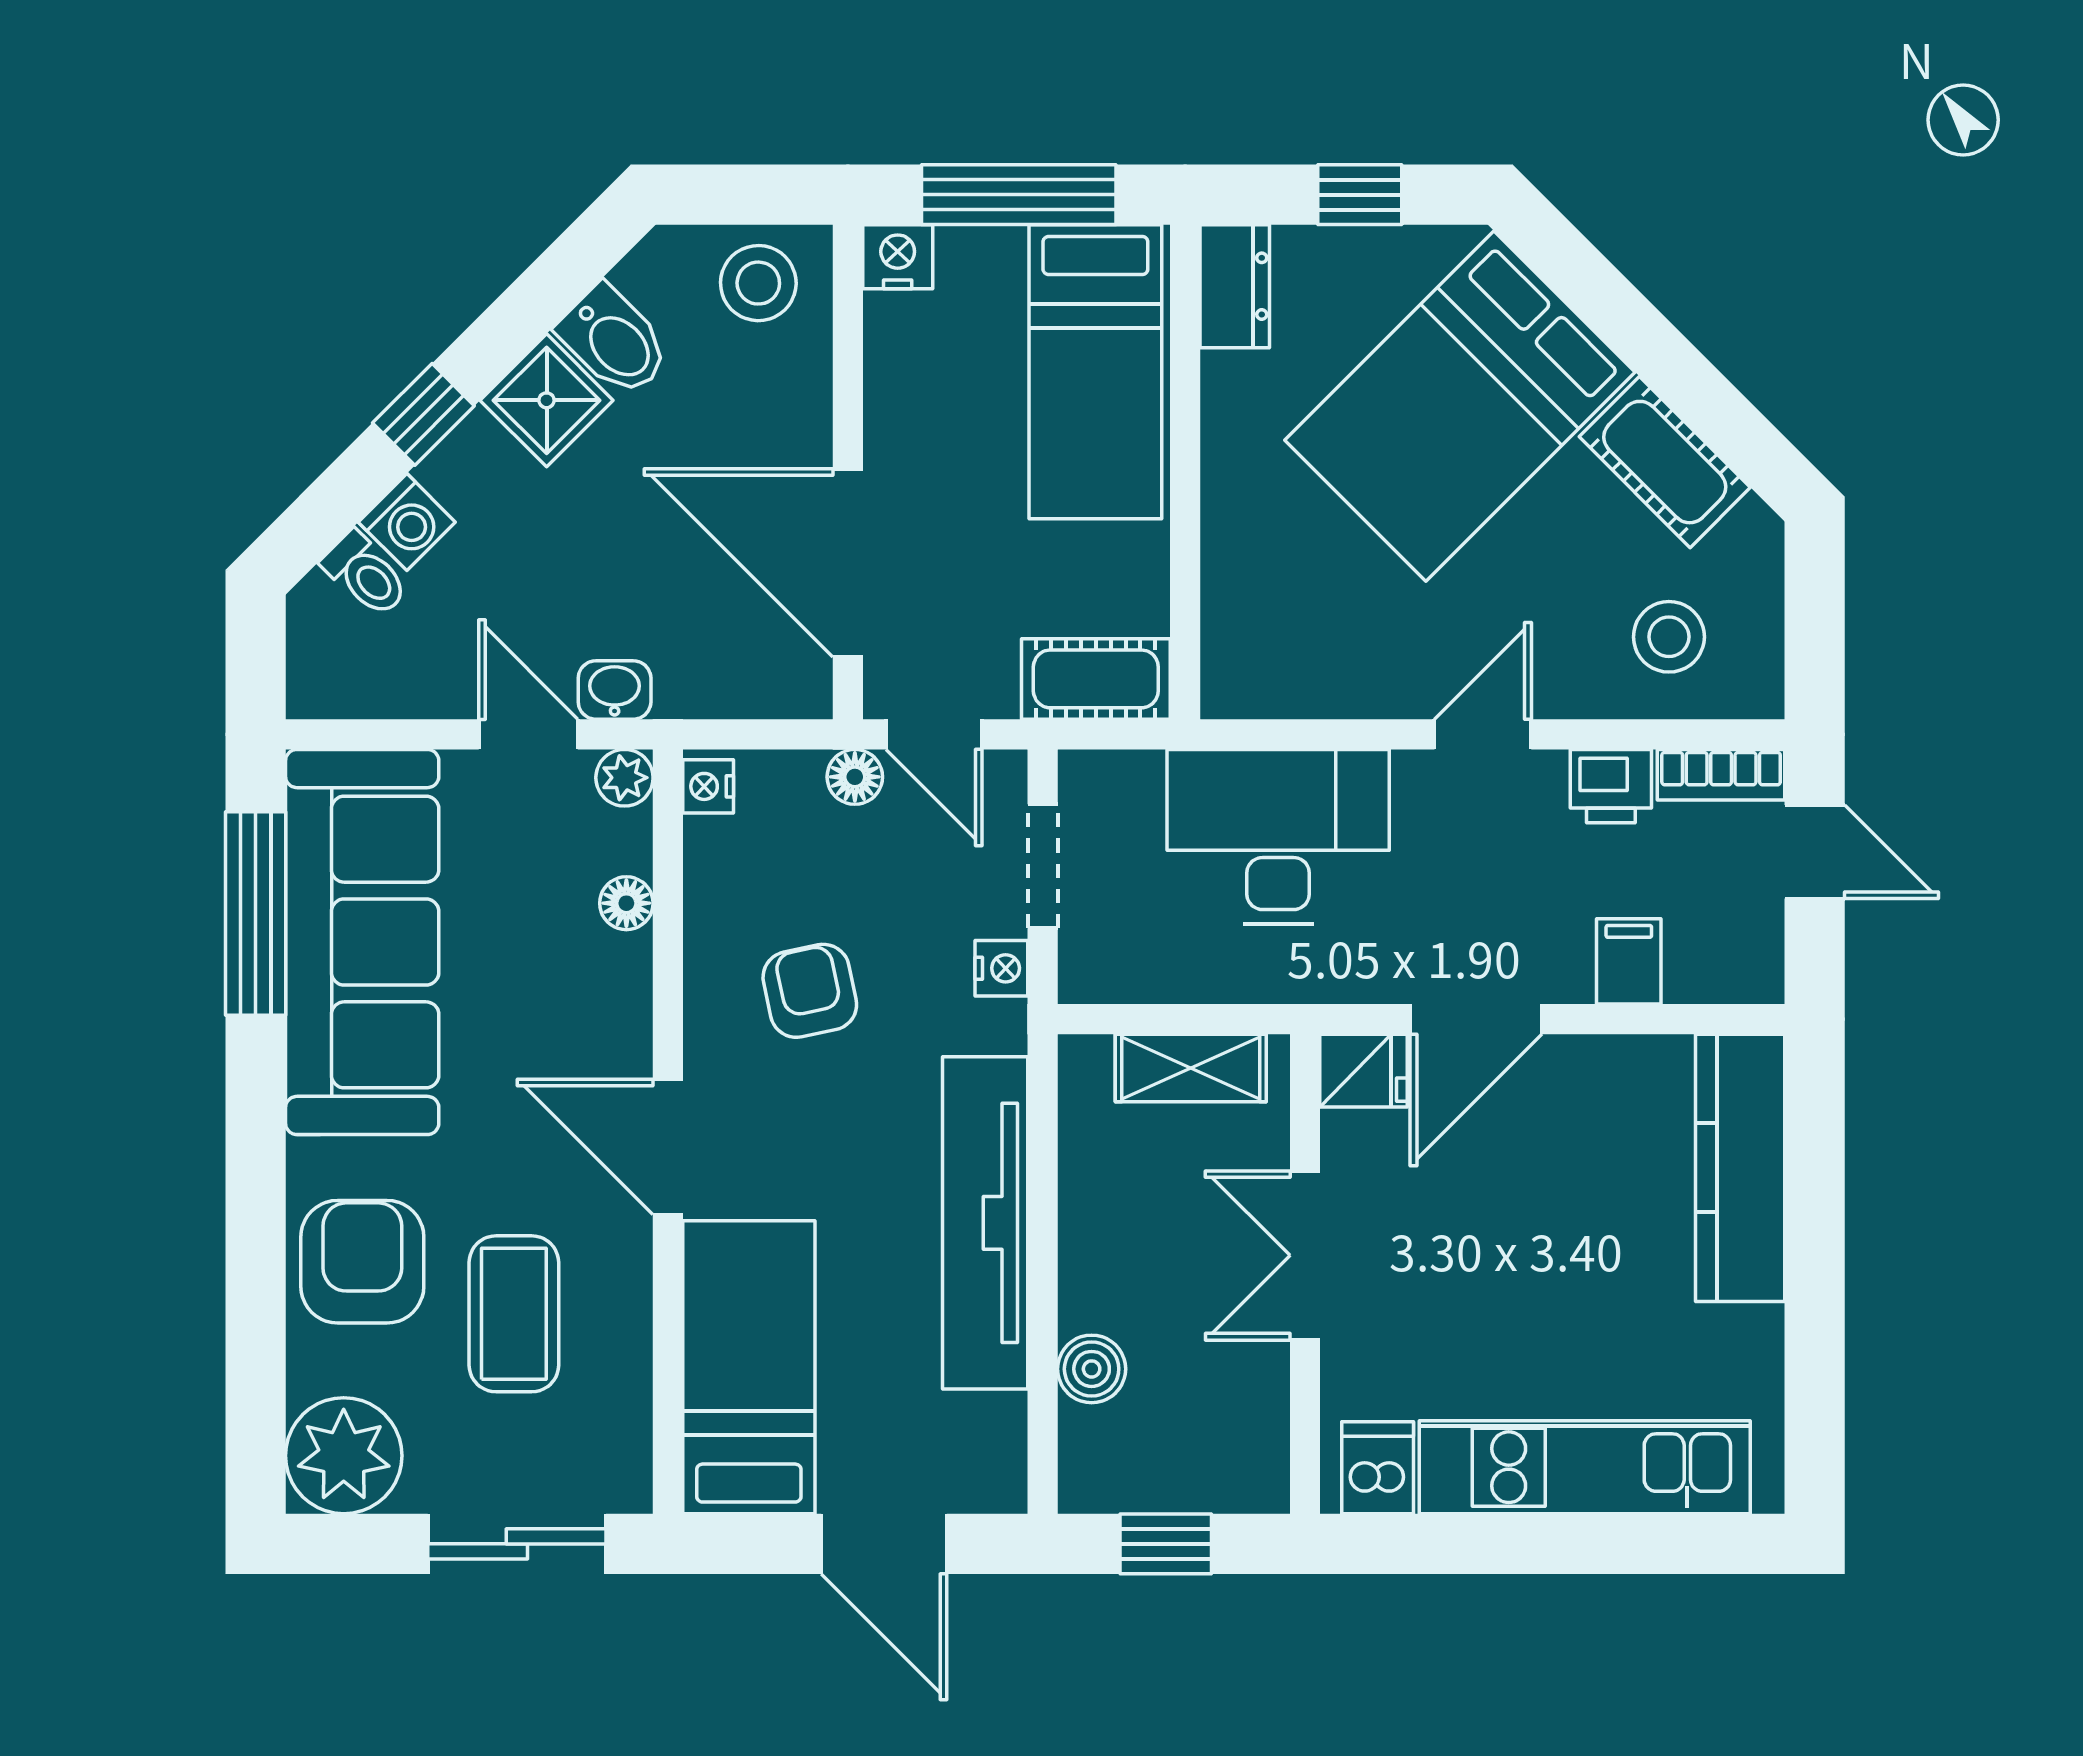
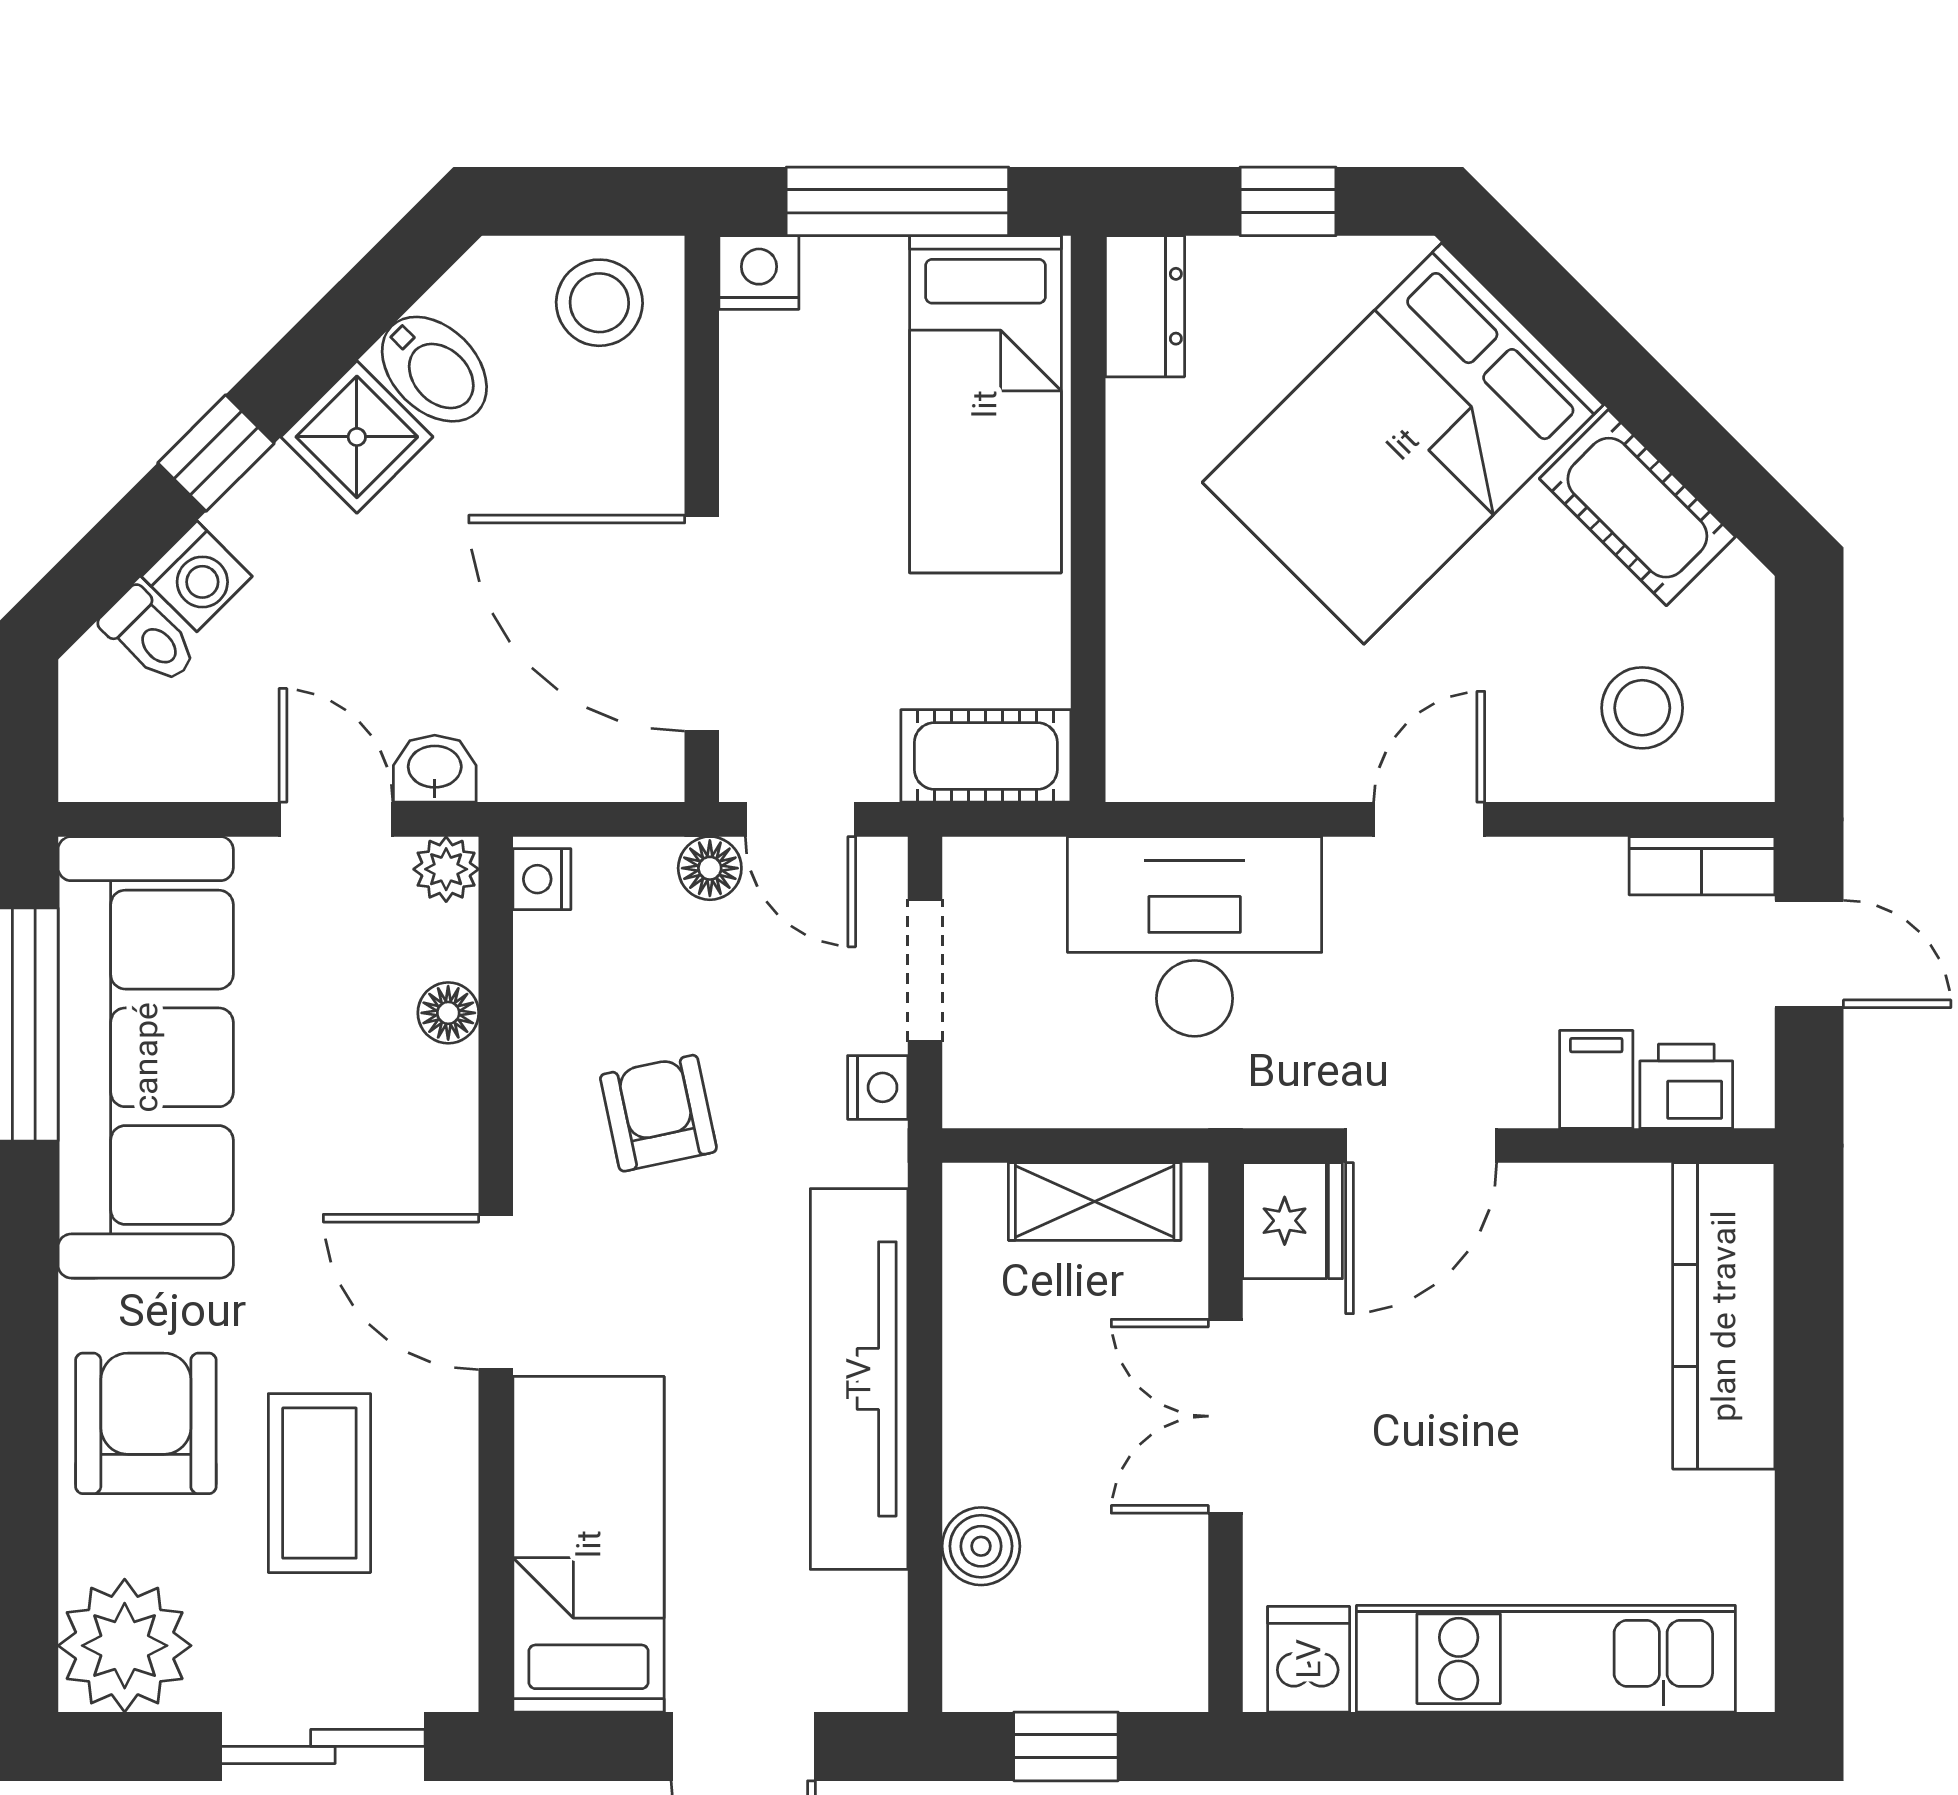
printer: (1611, 786) -> (1686, 1086), moved, turned 180
fridge: (1364, 1071) -> (1293, 1221), width x1.38

